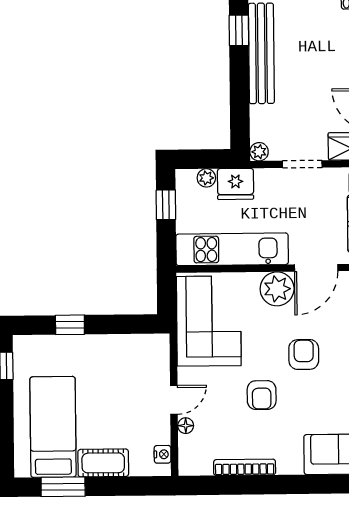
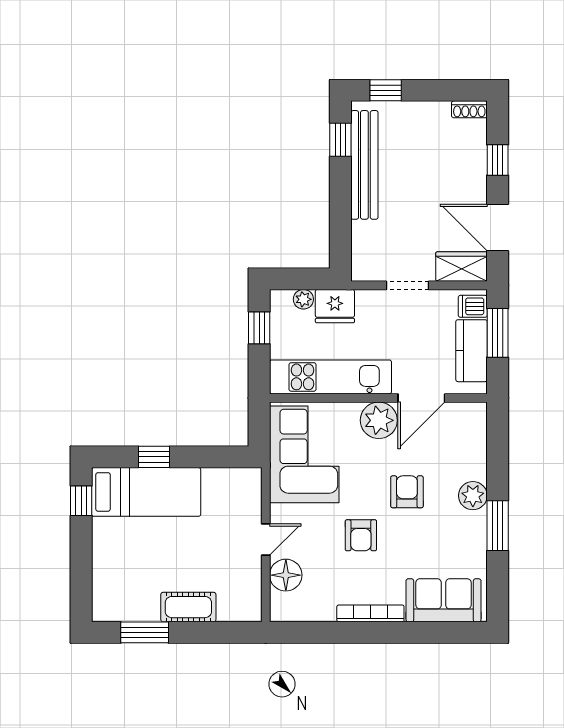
plant: (259, 152) -> (361, 271), removed
floor lamp: (186, 426) -> (286, 575), width x1.89, depth x1.89
bed: (53, 427) -> (146, 492), moved, turned 90
nightstand: (163, 454) -> (253, 598), removed
bookcase: (245, 467) -> (370, 613), moved

